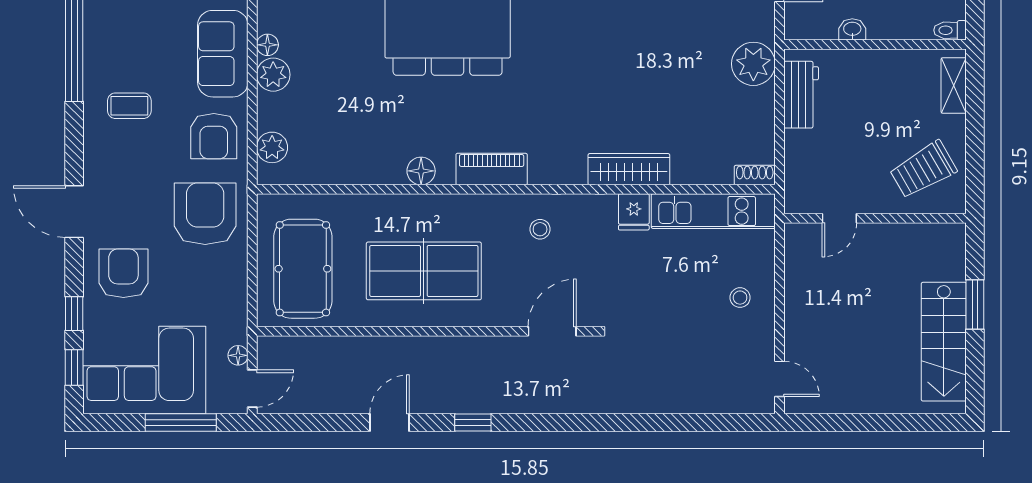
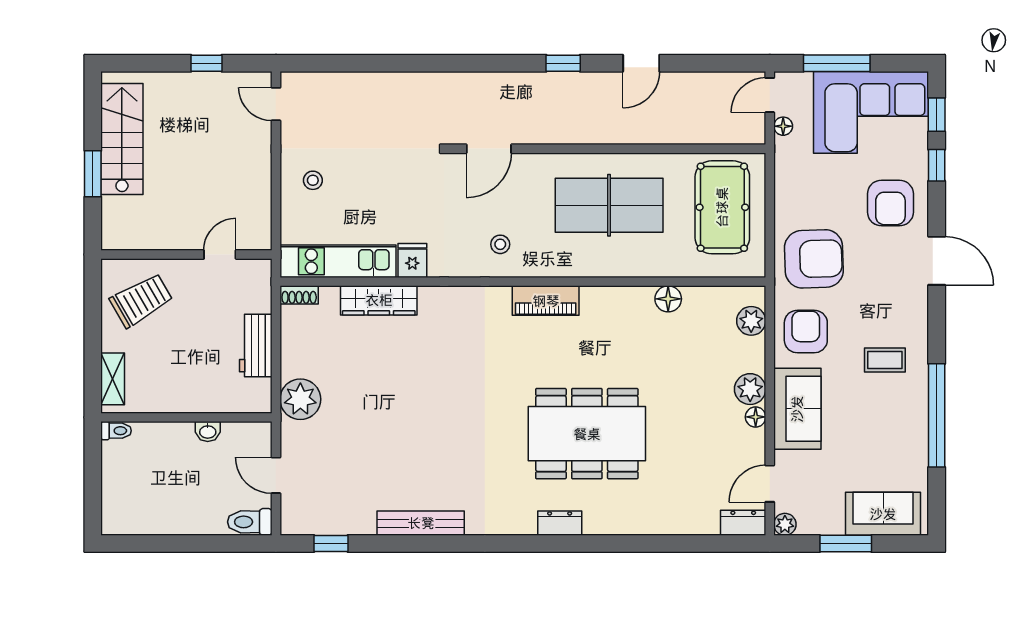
workbench: (801, 95) -> (256, 346), moved
wardrobe: (629, 169) -> (379, 300), moved
floor lamp: (421, 171) -> (668, 299), moved
armchair: (205, 214) -> (814, 259), turned -92
window: (854, 422) -> (206, 63), added

